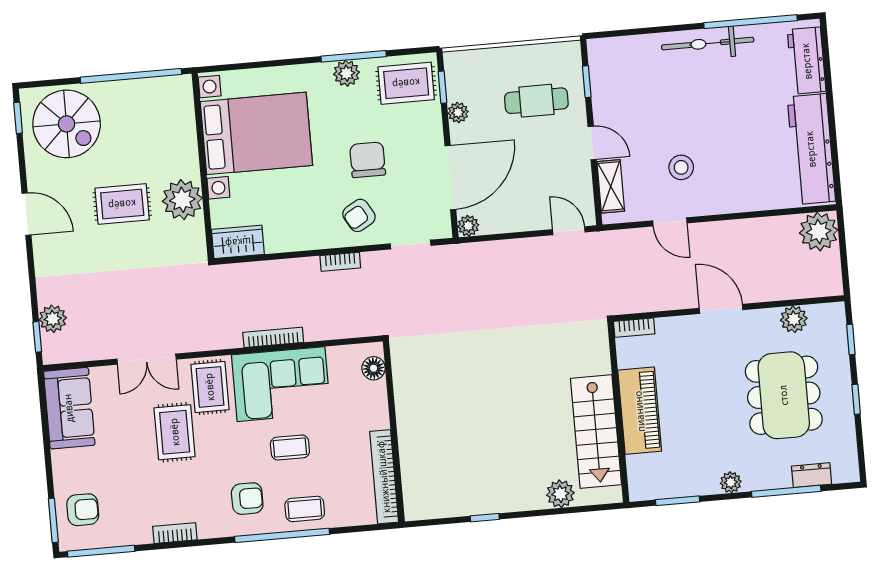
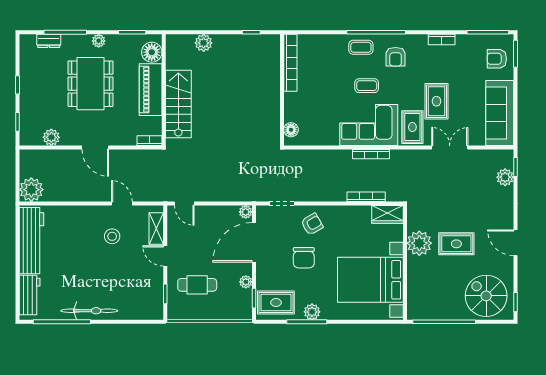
bookcase: (340, 262) -> (366, 197), moved, width x1.56
floor lamp: (374, 368) -> (291, 130), moved
dining table: (784, 395) -> (91, 84), moved
sofa: (69, 408) -> (500, 113), width x1.36
wall: (394, 432) -> (282, 90), moved
stairs: (596, 432) -> (178, 104), moved
floor lamp: (643, 471) -> (152, 52), added
bookcase: (384, 477) -> (290, 63), moved
armchair: (247, 499) -> (396, 57), turned -90

